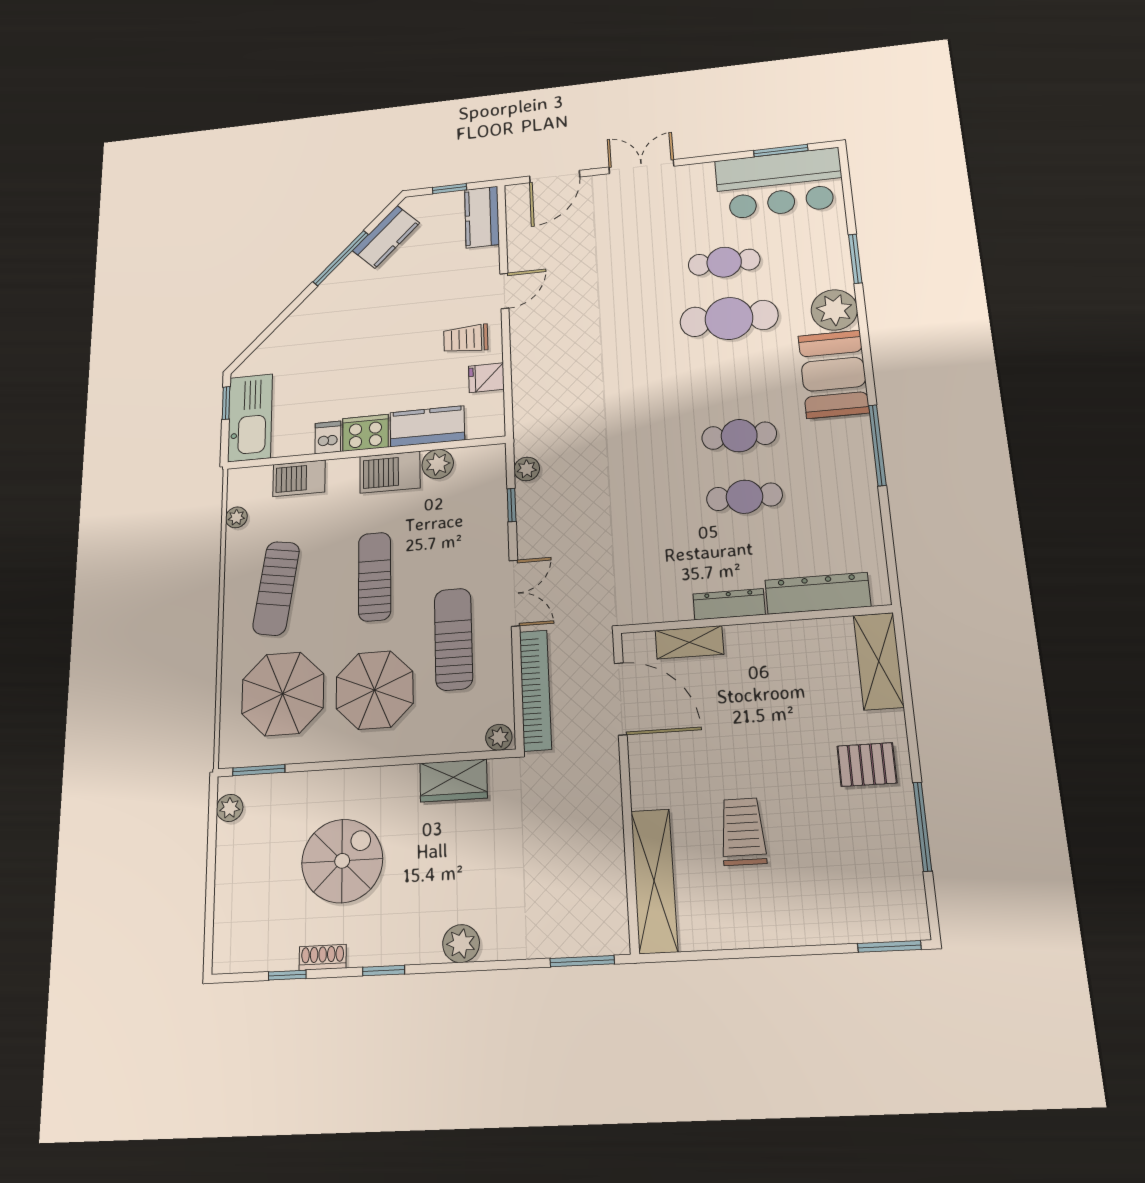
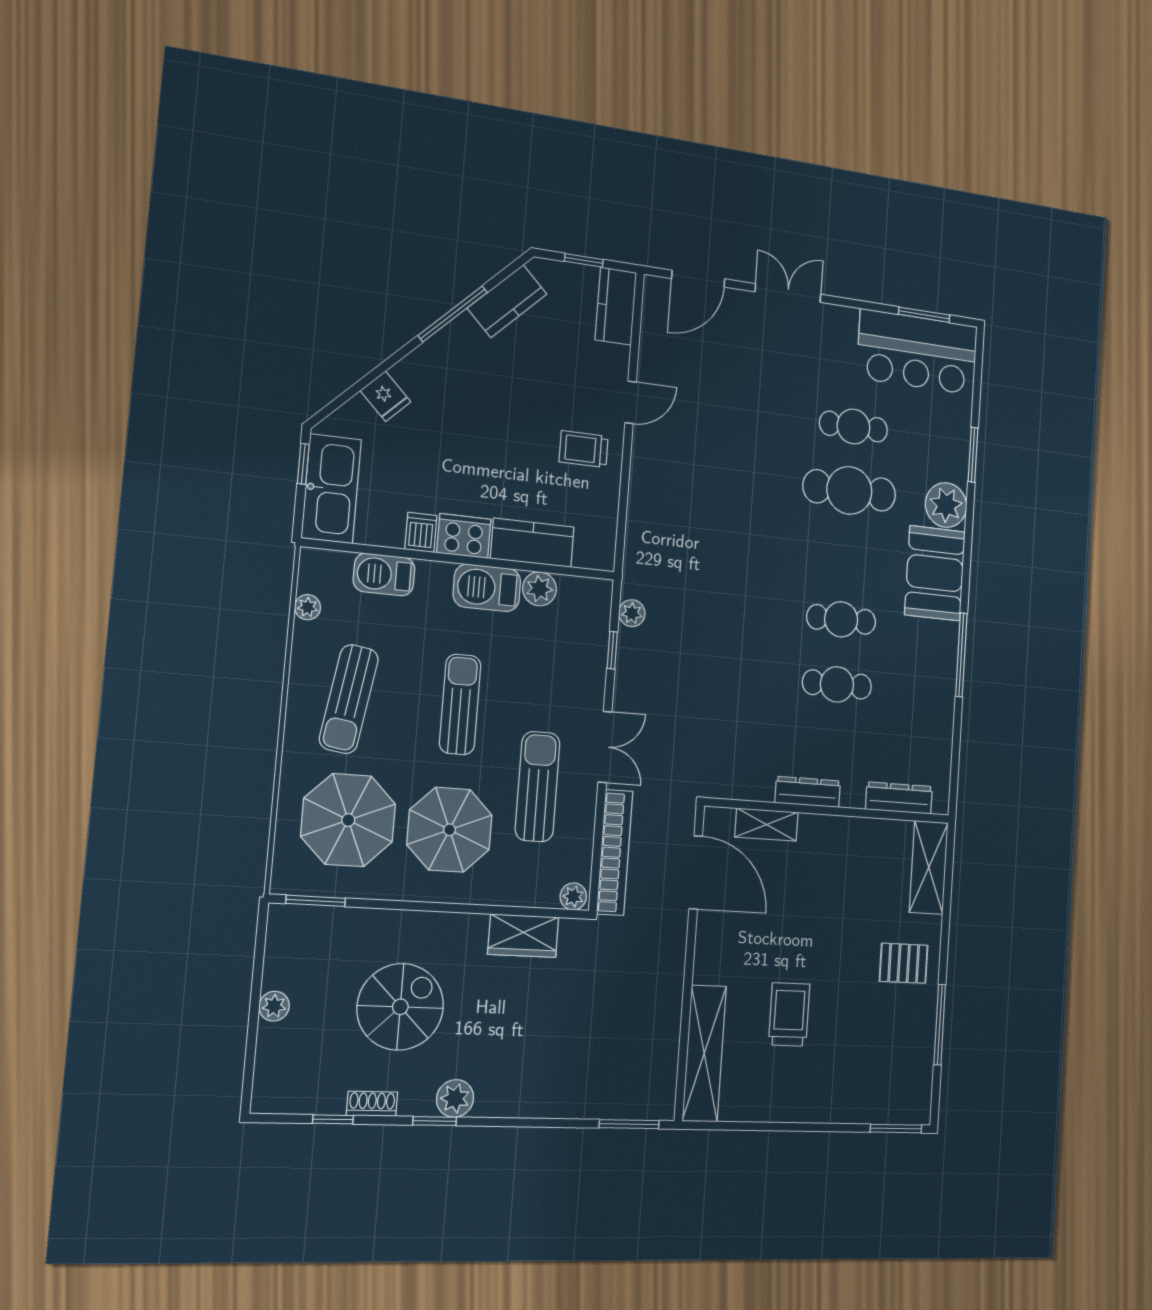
fridge: (486, 378) -> (385, 396), moved, turned -135
dresser: (818, 593) -> (899, 798), width x0.73, depth x0.80
plant: (230, 808) -> (274, 1006), moved
plant: (461, 944) -> (455, 1098), moved

